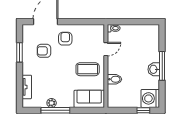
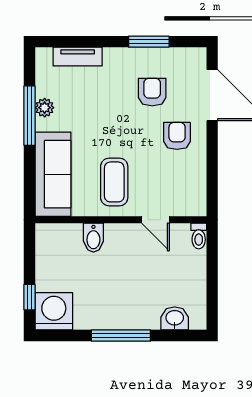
armchair: (65, 39) -> (177, 136), turned -90
washbasin: (154, 69) -> (175, 318), moved
sofa: (89, 99) -> (53, 174), width x1.36

